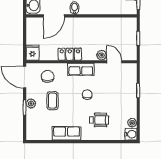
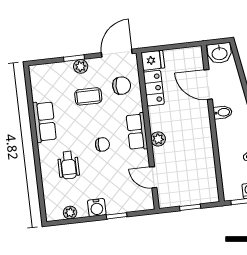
locker: (70, 54) -> (154, 88), moved
plant: (101, 55) -> (158, 139), moved
door: (114, 62) -> (153, 177), swing flipped
water cooler: (131, 134) -> (97, 208), moved

